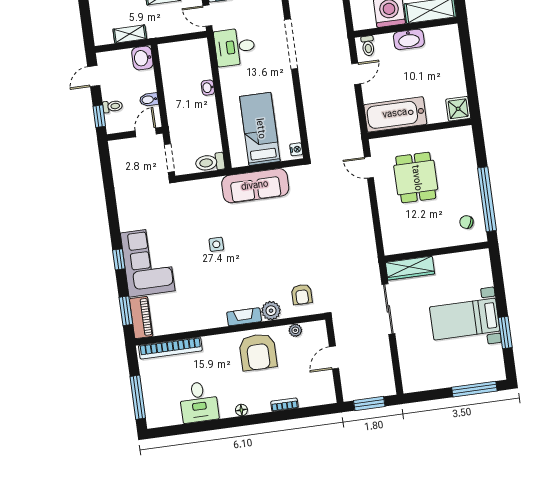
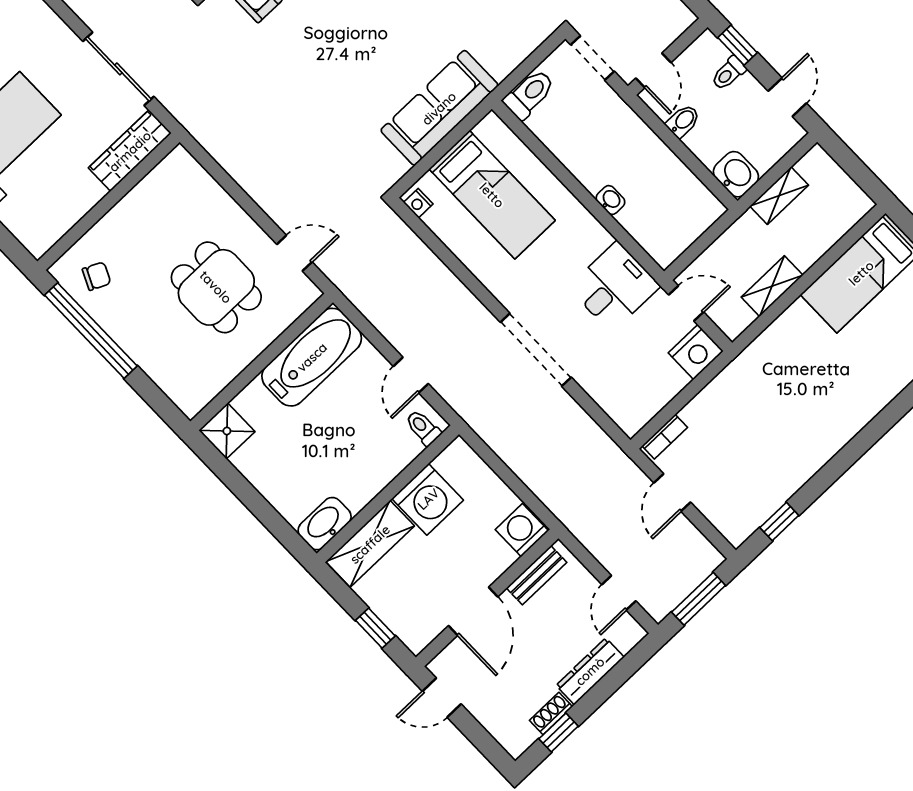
washbasin: (409, 39) -> (325, 524), moved

